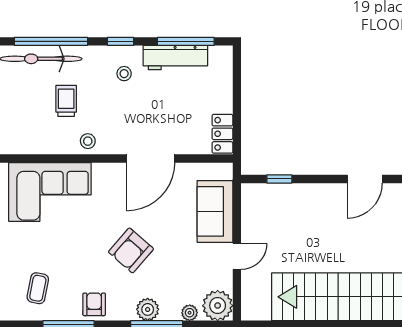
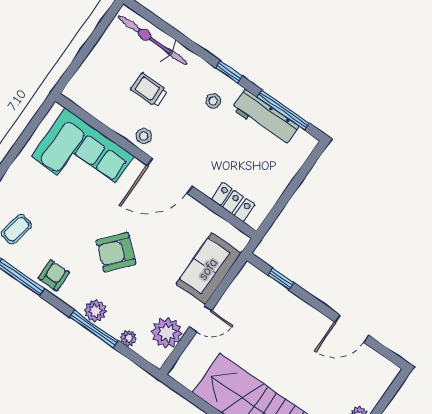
window: (51, 41) -> (171, 32), removed
trolley: (66, 101) -> (149, 90), turned -90
locker: (222, 134) -> (233, 202), moved, turned 90
door: (151, 158) -> (170, 176), moved
plant: (218, 306) -> (167, 333), moved

